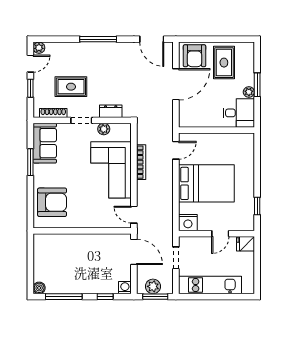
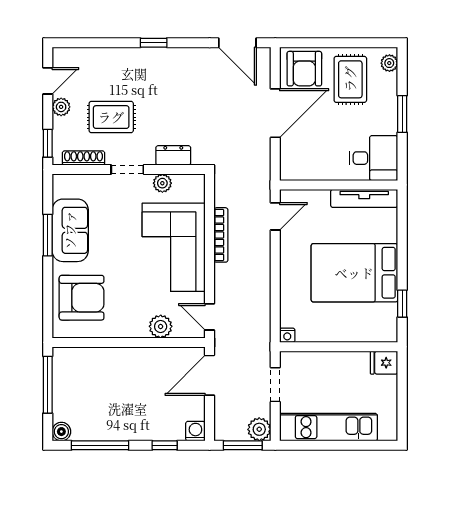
window: (98, 39) -> (154, 43), width x0.46
plant: (39, 48) -> (61, 107), moved
window: (30, 88) -> (48, 143), moved
plant: (249, 92) -> (389, 63), moved
tv unit: (233, 139) -> (364, 198), added
sofa: (45, 143) -> (70, 230), moved
bed: (206, 183) -> (354, 273), moved, turned 180
plant: (103, 221) -> (161, 326), added
nightstand: (188, 223) -> (287, 335), width x0.53, depth x0.56
door: (220, 234) -> (345, 347), removed
door: (134, 252) -> (210, 375), swing flipped
window: (30, 258) -> (48, 385), added
plant: (153, 286) -> (259, 429), moved

